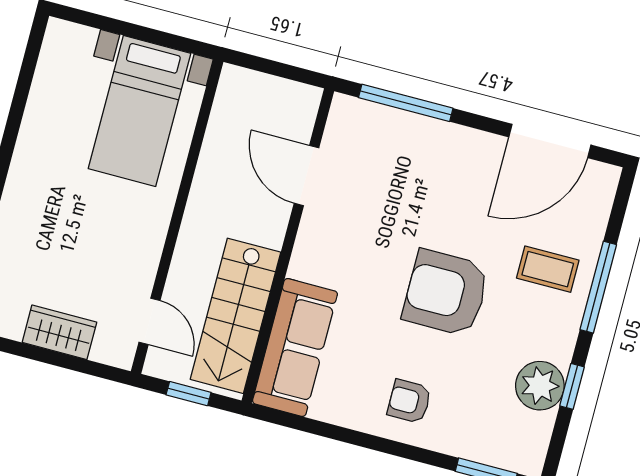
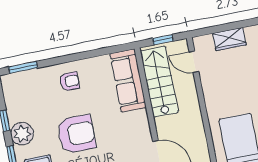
plant: (540, 386) -> (22, 134), moved

